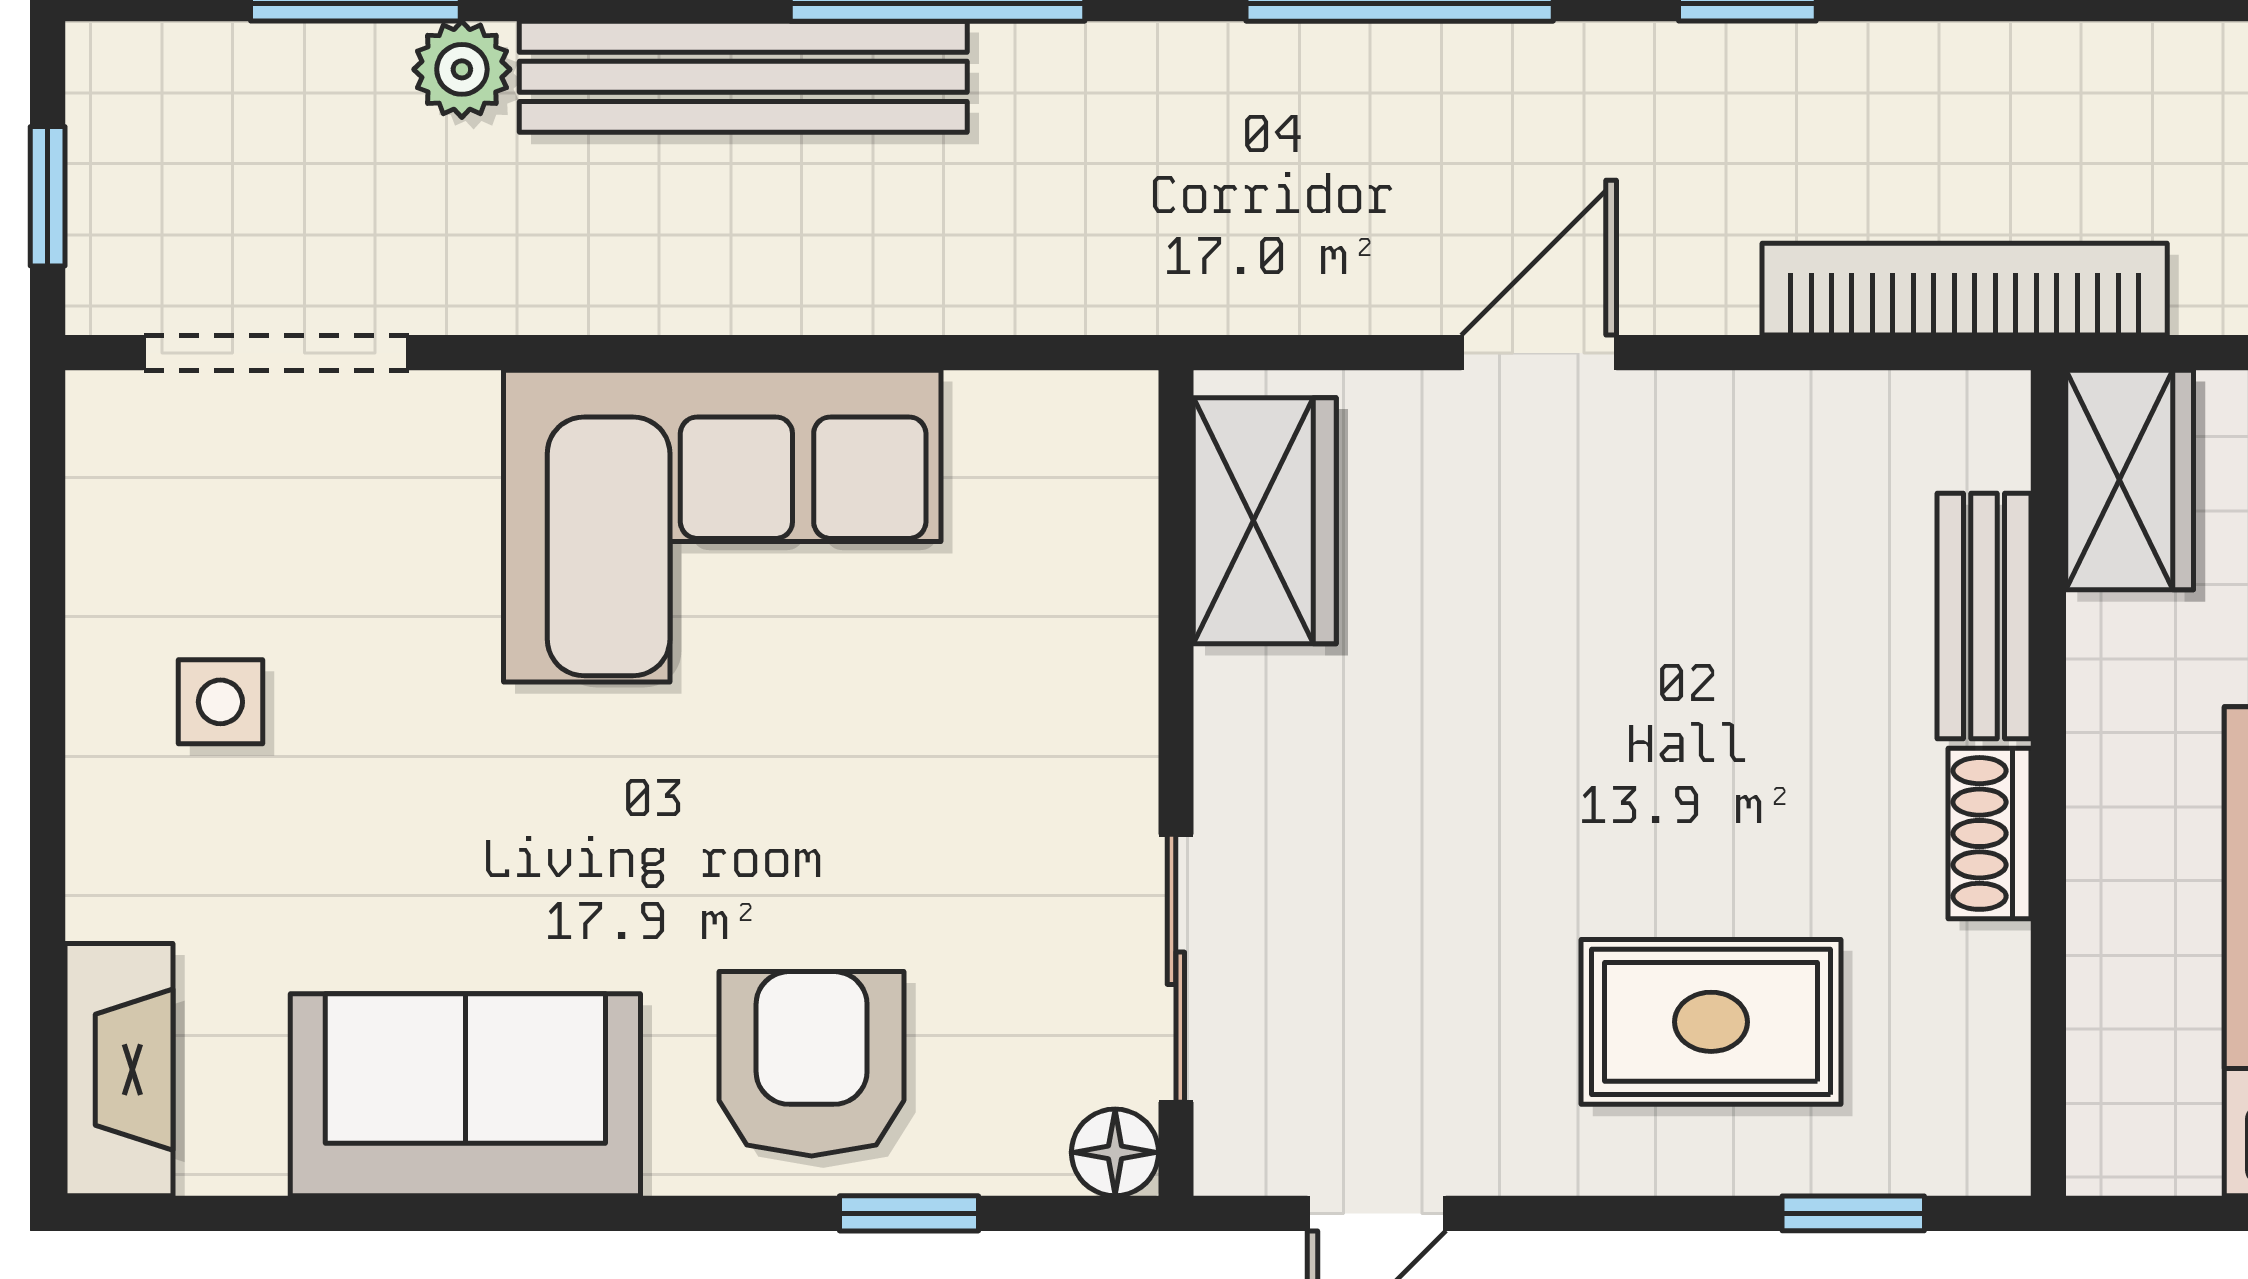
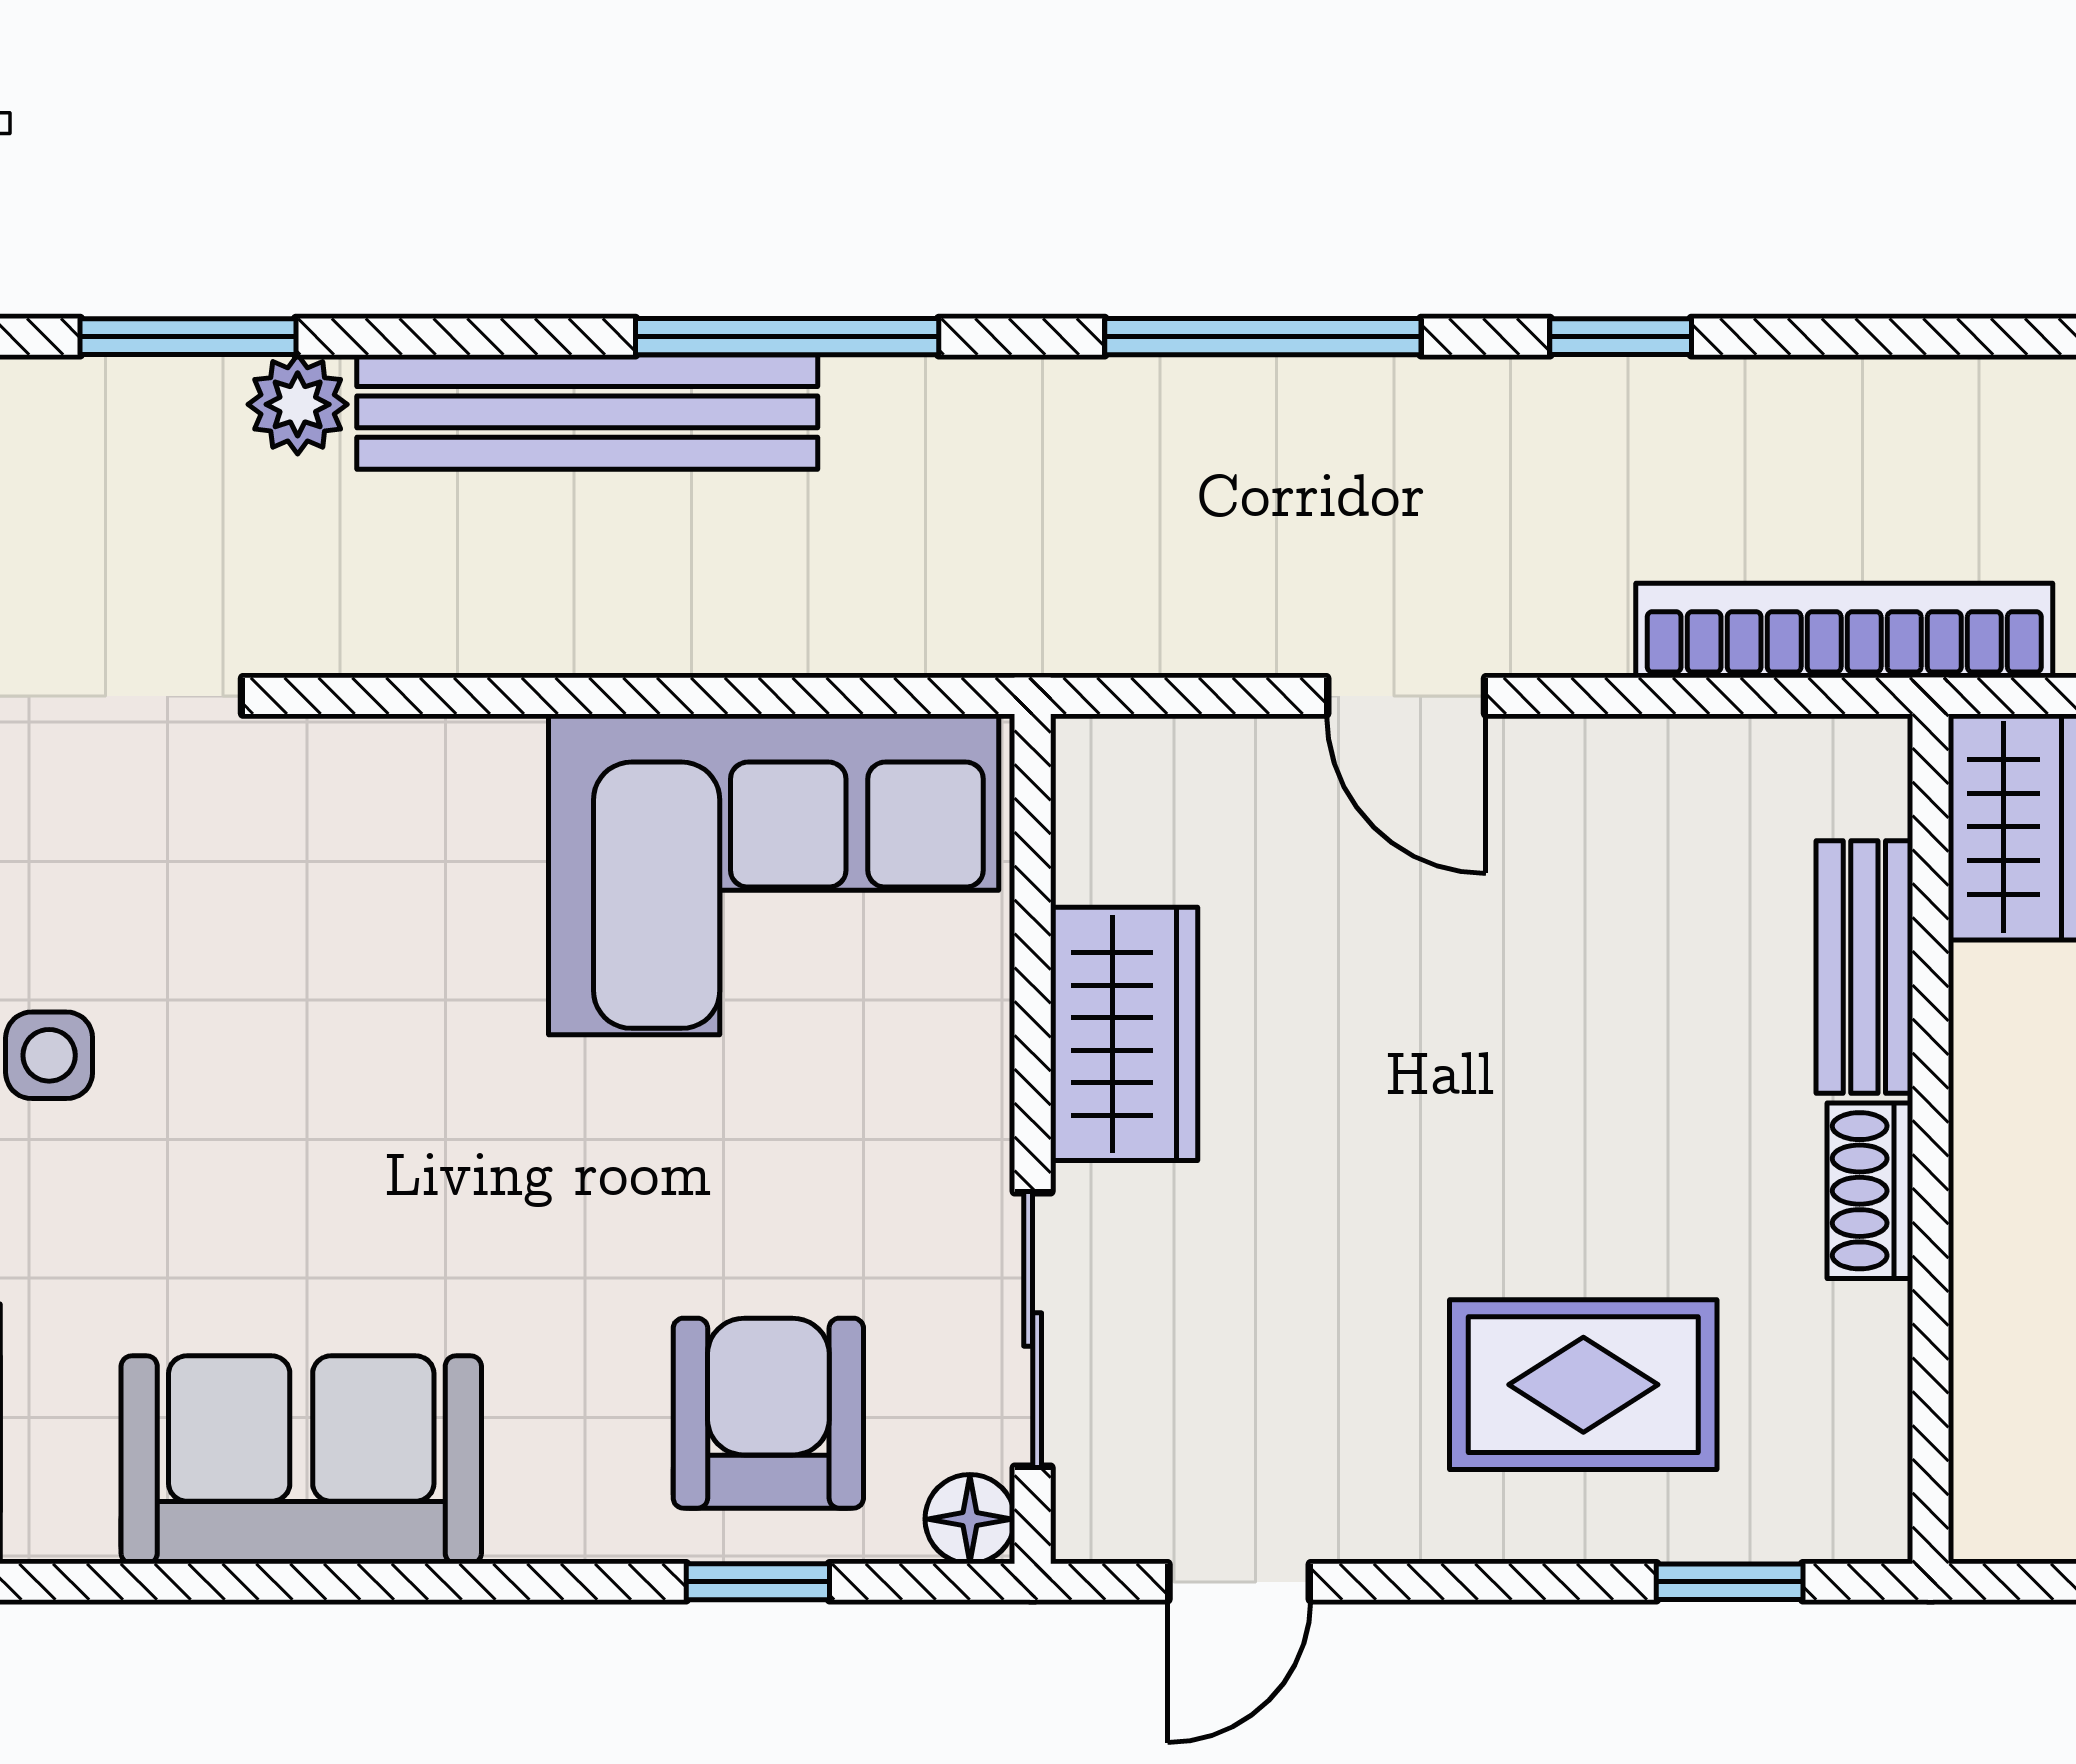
door: (1539, 353) -> (1406, 696), swing flipped
wardrobe: (1265, 521) -> (1124, 1034), moved
corner sofa: (722, 526) -> (774, 874), moved
armchair: (812, 1064) -> (768, 1413), moved

